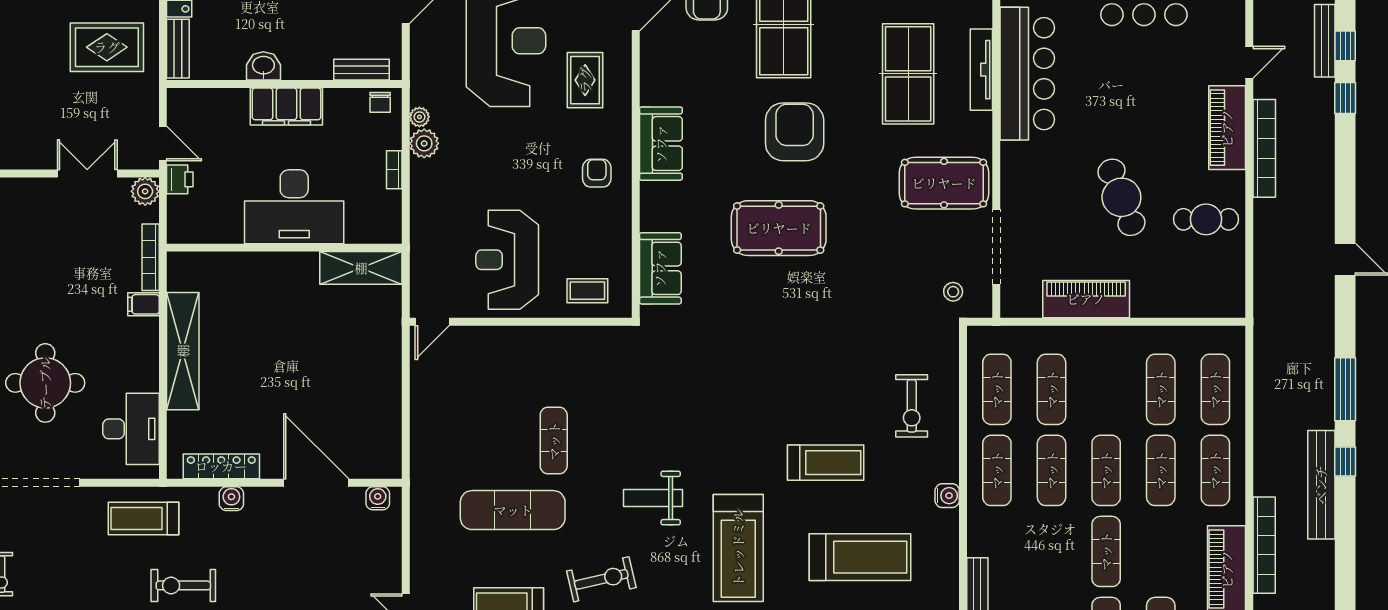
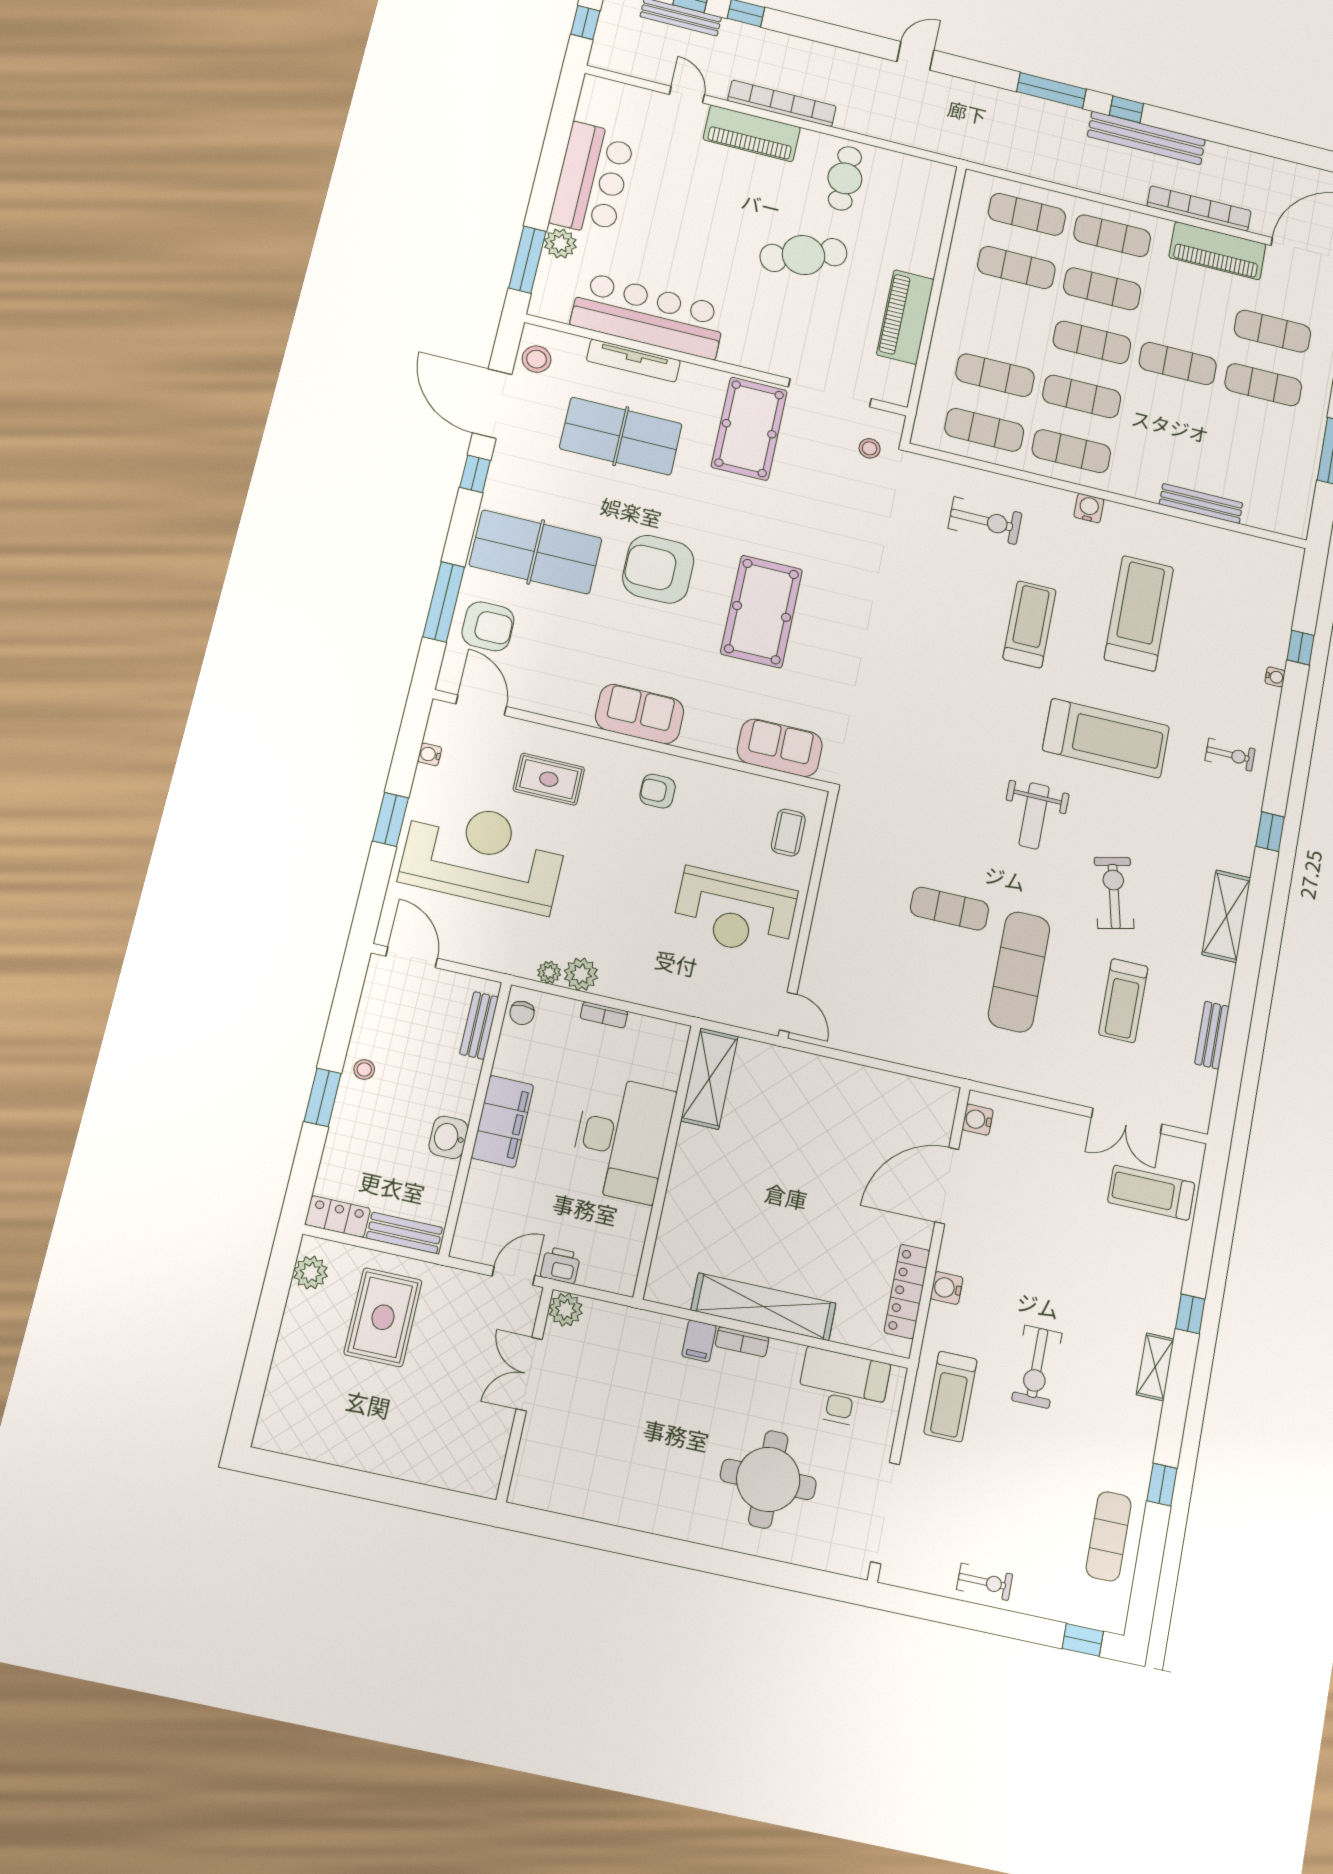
chair: (380, 102) -> (522, 1013), turned 90
bookcase: (151, 257) -> (742, 1342), moved, width x0.64

